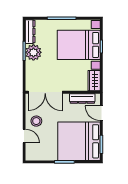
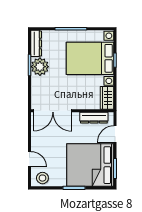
door: (101, 113) -> (115, 134), hinge flipped
stool: (36, 121) -> (42, 178), moved

